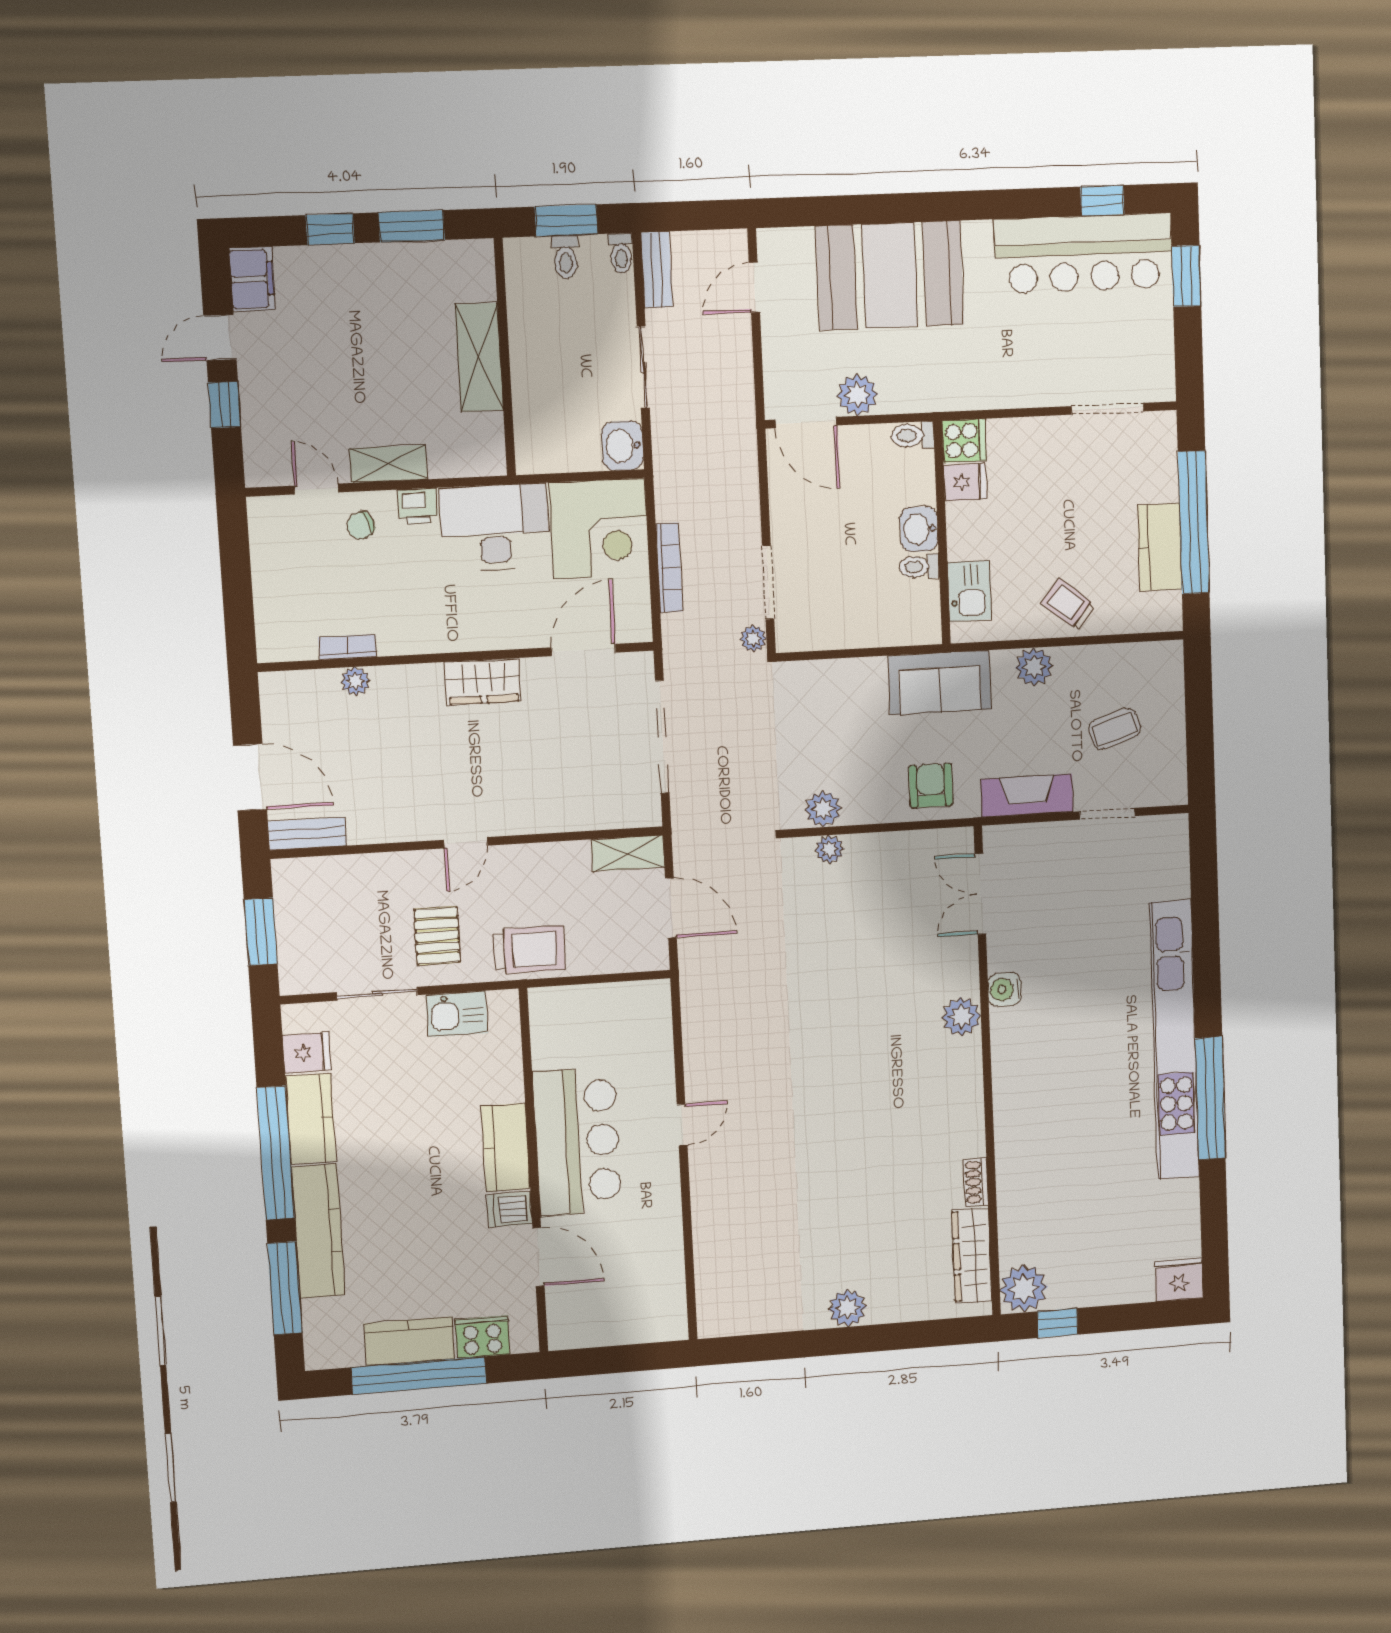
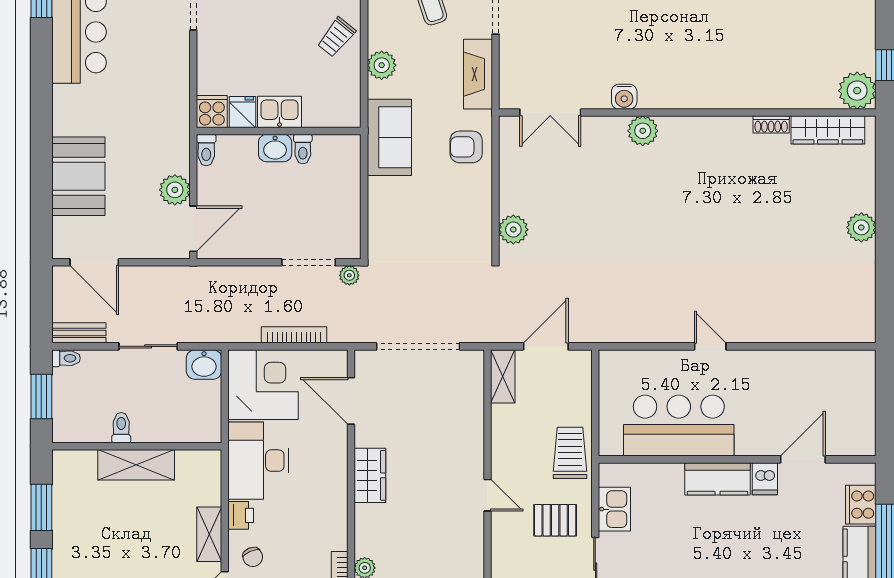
toilet: (565, 257) -> (121, 428), moved, turned -90
booth: (890, 275) -> (78, 176), width x0.73, depth x0.70
door: (754, 287) -> (94, 262), width x1.38
kitchen sink: (969, 591) -> (280, 112), moved
plant: (823, 809) -> (479, 229), removed
plant: (830, 849) -> (513, 230), width x1.38, depth x1.38
bar counter: (577, 1141) -> (679, 426), moved

